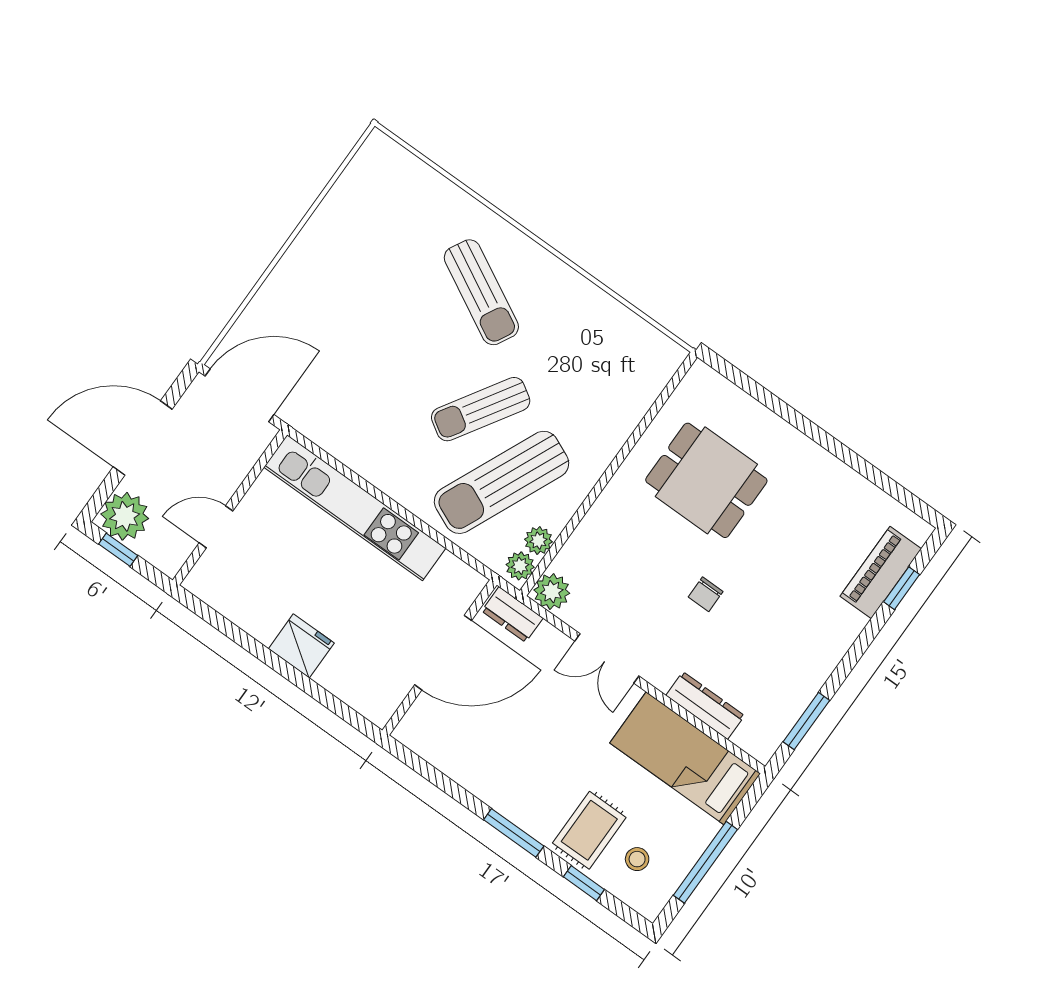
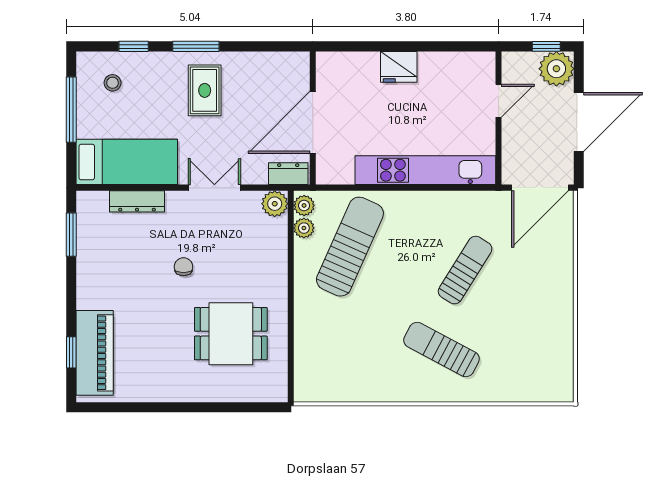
sun lounger: (481, 409) -> (465, 270), moved
piano: (881, 572) -> (95, 353), width x1.37, depth x1.33
rug: (589, 830) -> (205, 90), moved

